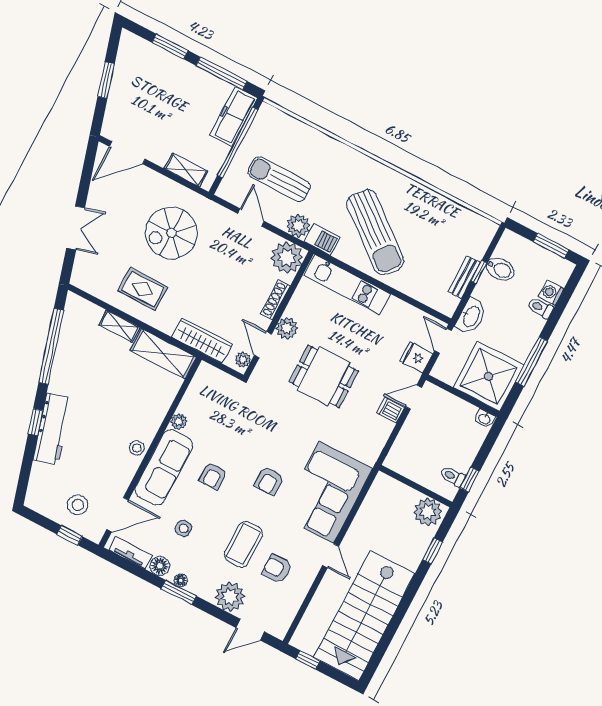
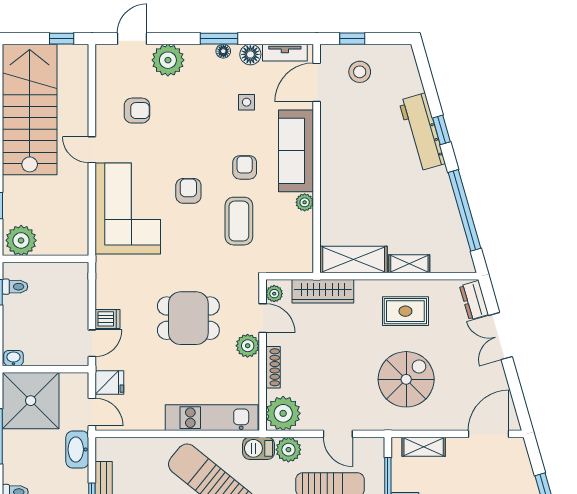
dresser: (82, 269) -> (474, 300), added
stool: (137, 448) -> (332, 156), removed
coffee table: (243, 544) -> (239, 221), moved

